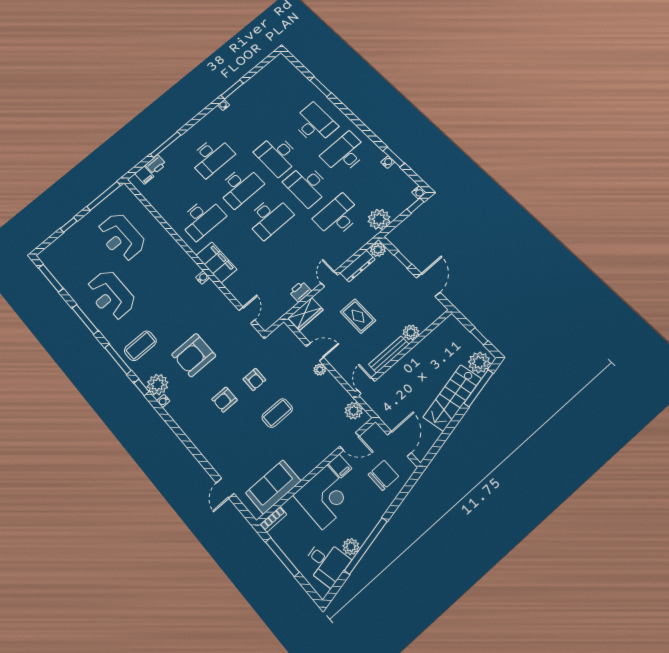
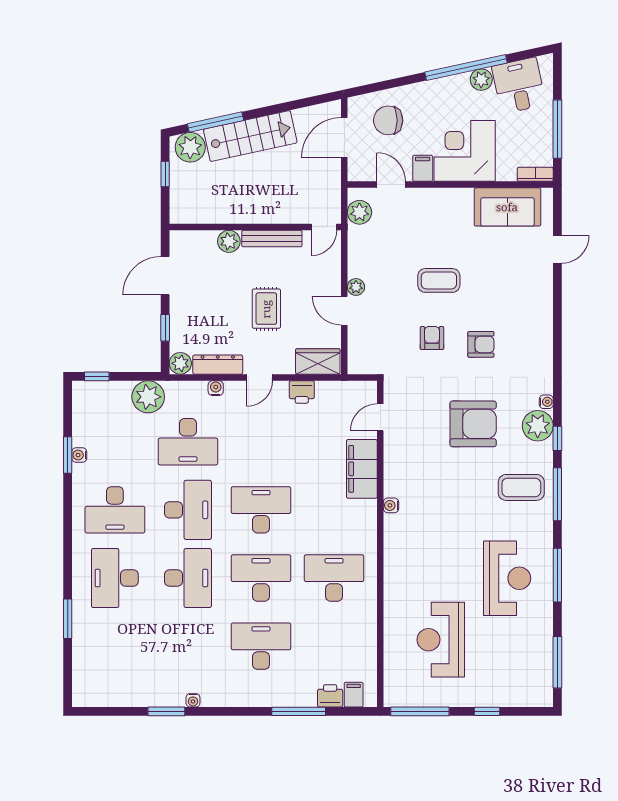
water cooler: (419, 192) -> (216, 388), moved
reception desk: (121, 237) -> (441, 640), turned 180
filing cabinet: (216, 262) -> (362, 469), moved

